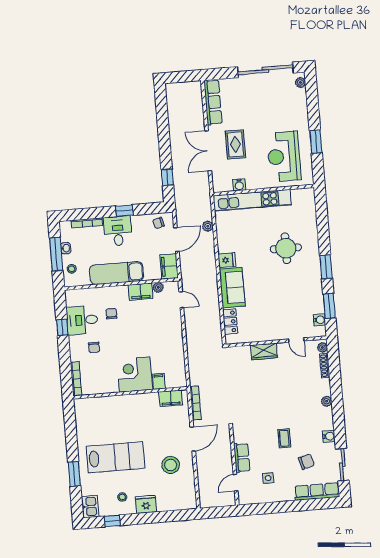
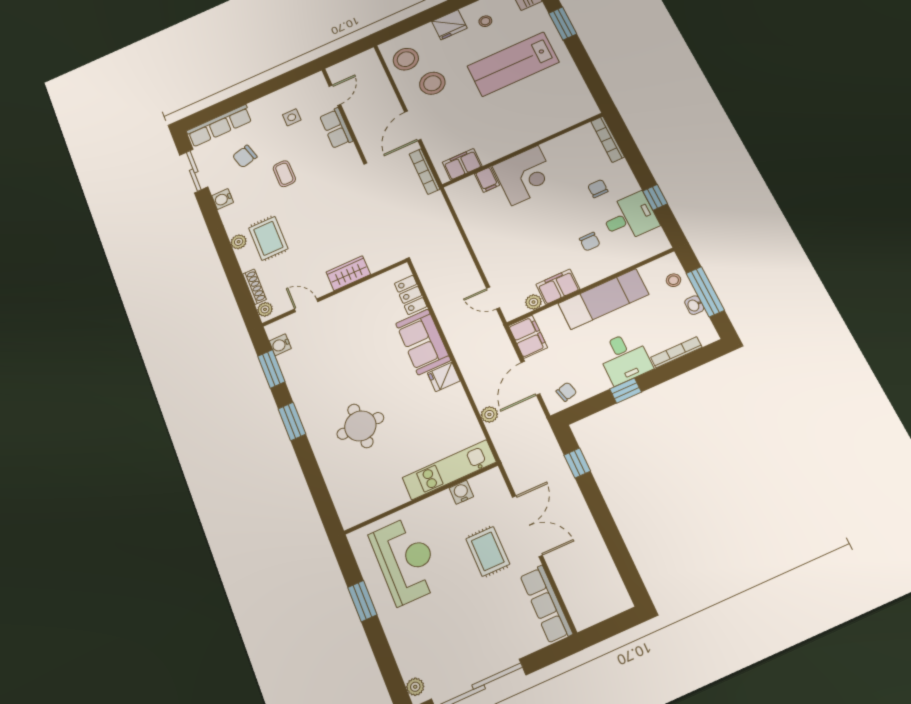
kitchen unit: (252, 200) -> (449, 470), width x0.73
rug: (307, 396) -> (268, 238), added
stool: (182, 490) -> (406, 59), added

